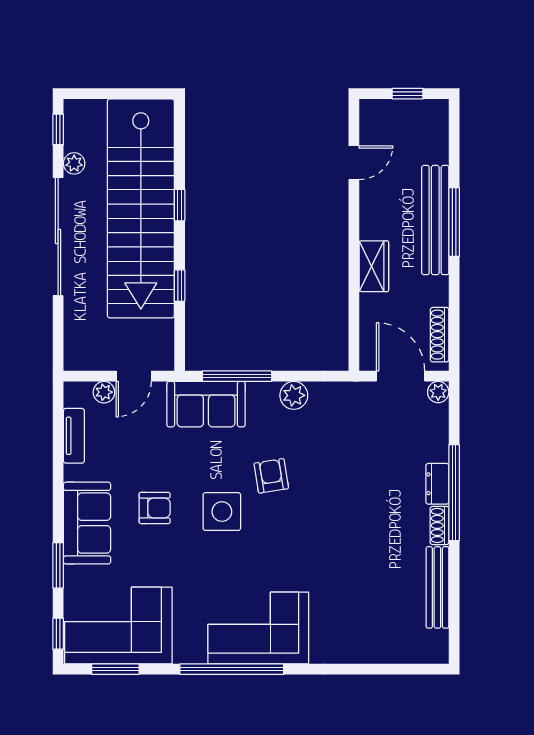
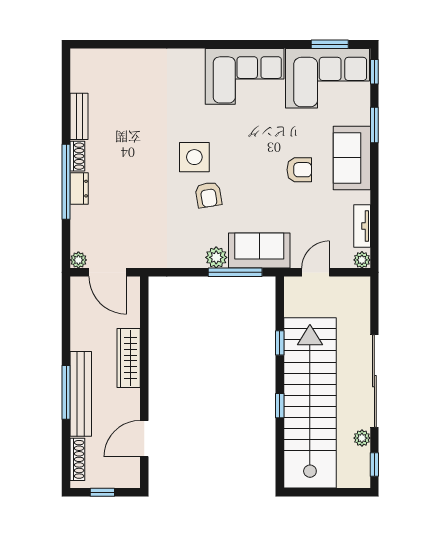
door: (354, 163) -> (144, 439), width x1.38
wardrobe: (374, 266) -> (129, 358), width x1.50
shoe rack: (440, 335) -> (77, 459), moved
plant: (104, 392) -> (362, 260), moved
plant: (294, 395) -> (216, 257), moved
armchair: (155, 508) -> (299, 170), turned 180
side table: (222, 512) -> (194, 157), moved
bench: (437, 587) -> (79, 116), width x0.73
corner sofa: (258, 628) -> (245, 76), moved
window: (232, 669) -> (239, 44), removed

